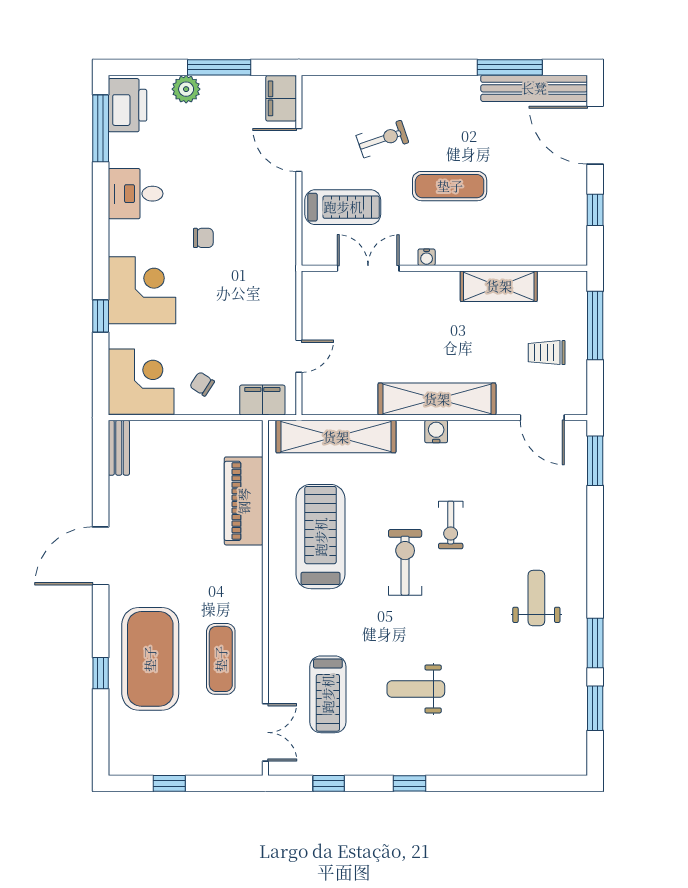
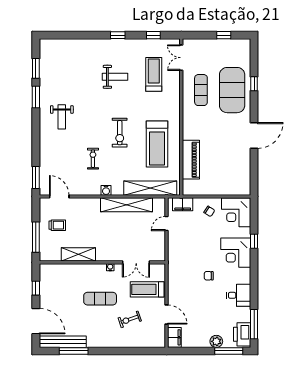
window: (219, 67) -> (229, 351), moved
shelving: (437, 399) -> (126, 205), moved
bench: (119, 448) -> (246, 183), removed
exercise bike: (451, 525) -> (93, 159), moved

